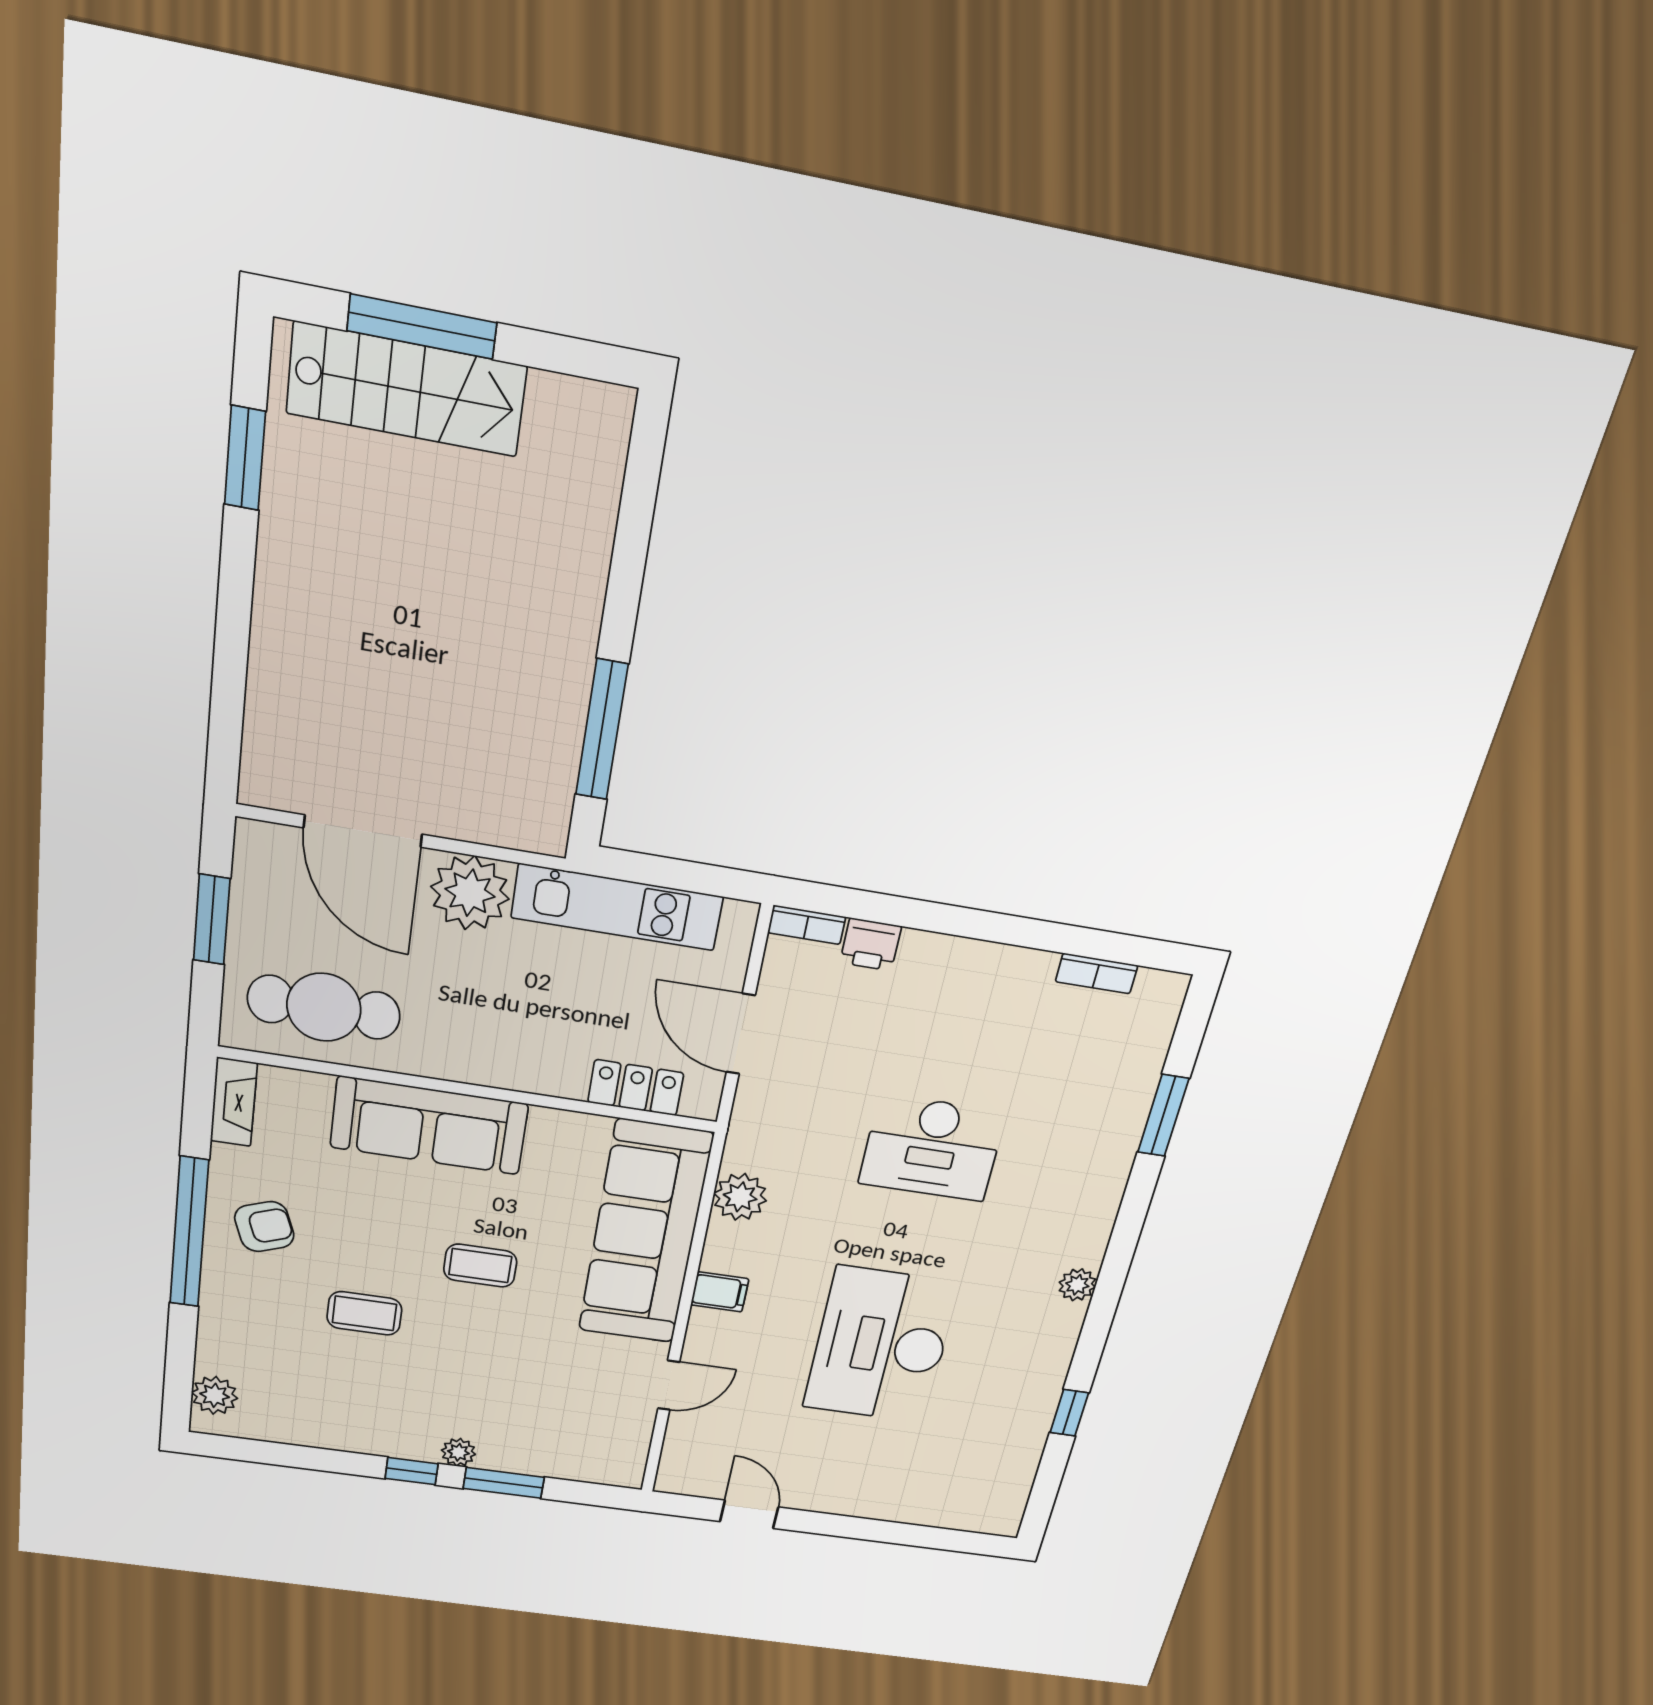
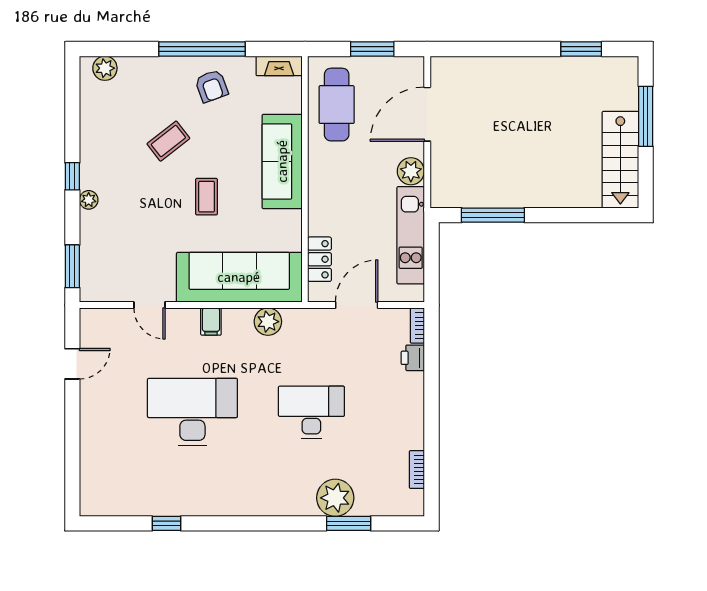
stairs: (406, 390) -> (620, 160), moved
plant: (470, 893) -> (411, 171), width x0.73, depth x0.73
desk: (932, 1148) -> (311, 412), turned 90
plant: (1077, 1285) -> (335, 498), moved, width x1.88, depth x1.88
coffee table: (364, 1313) -> (168, 141), turned 52
window: (504, 1483) -> (72, 266), moved

